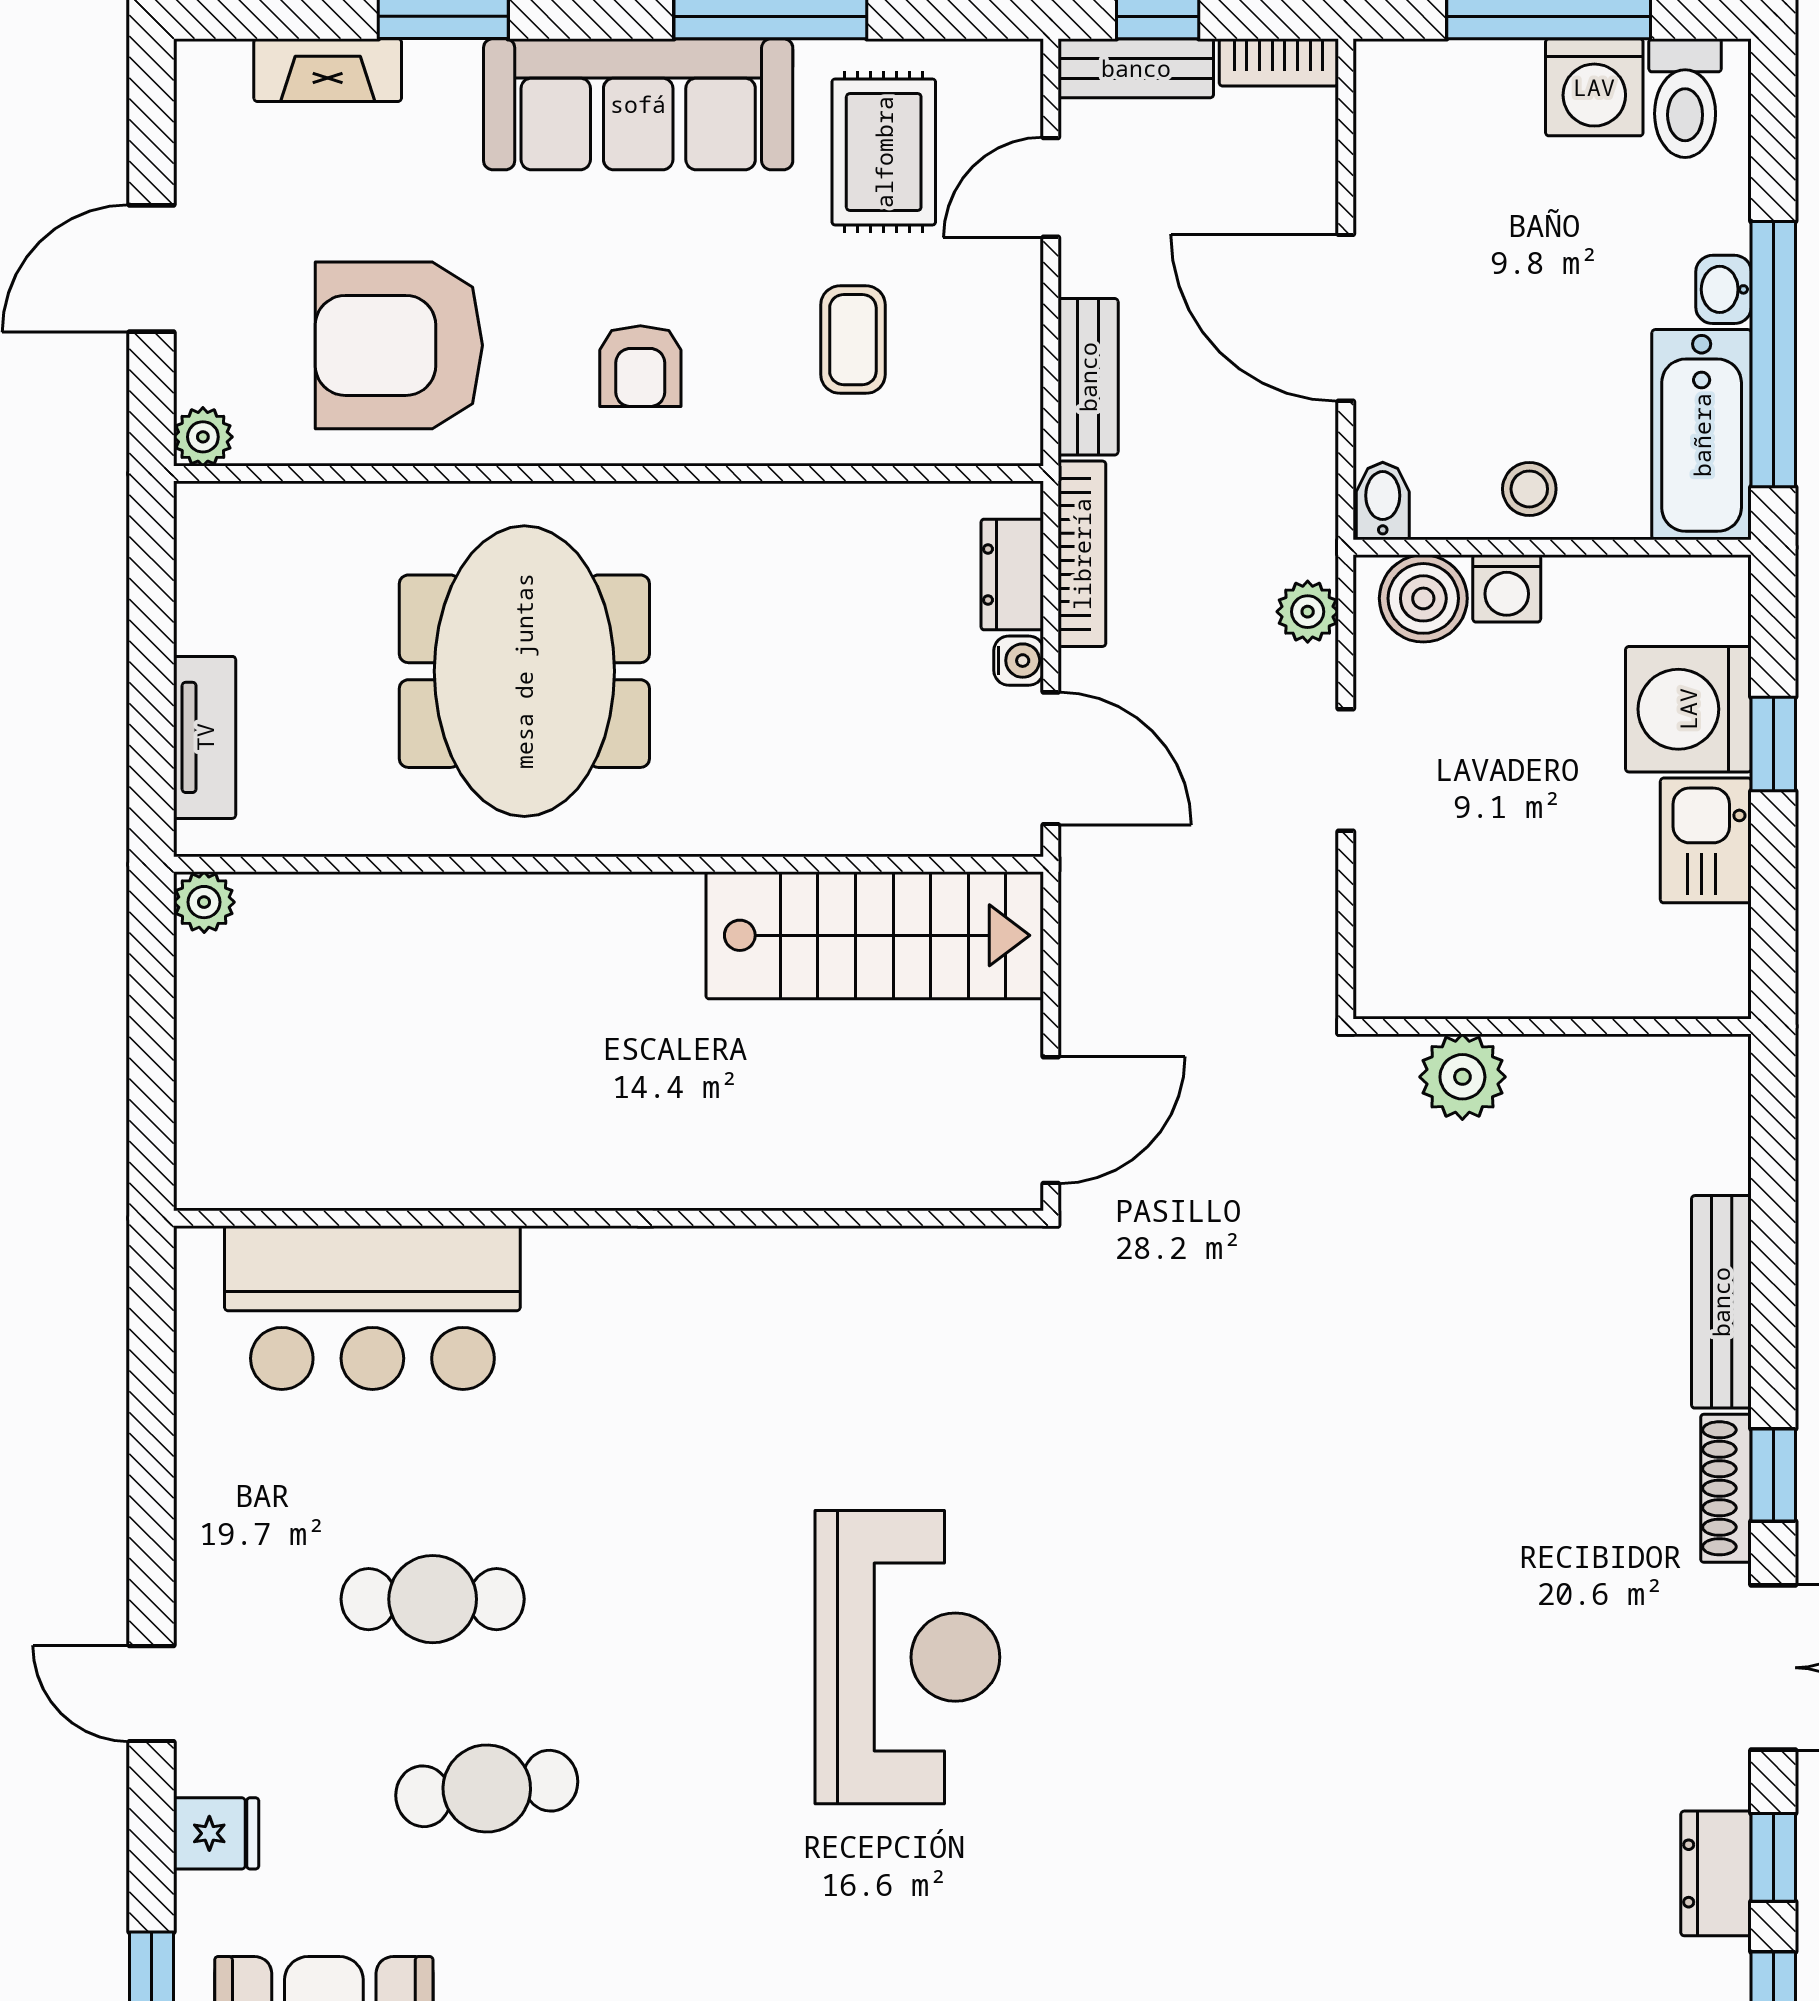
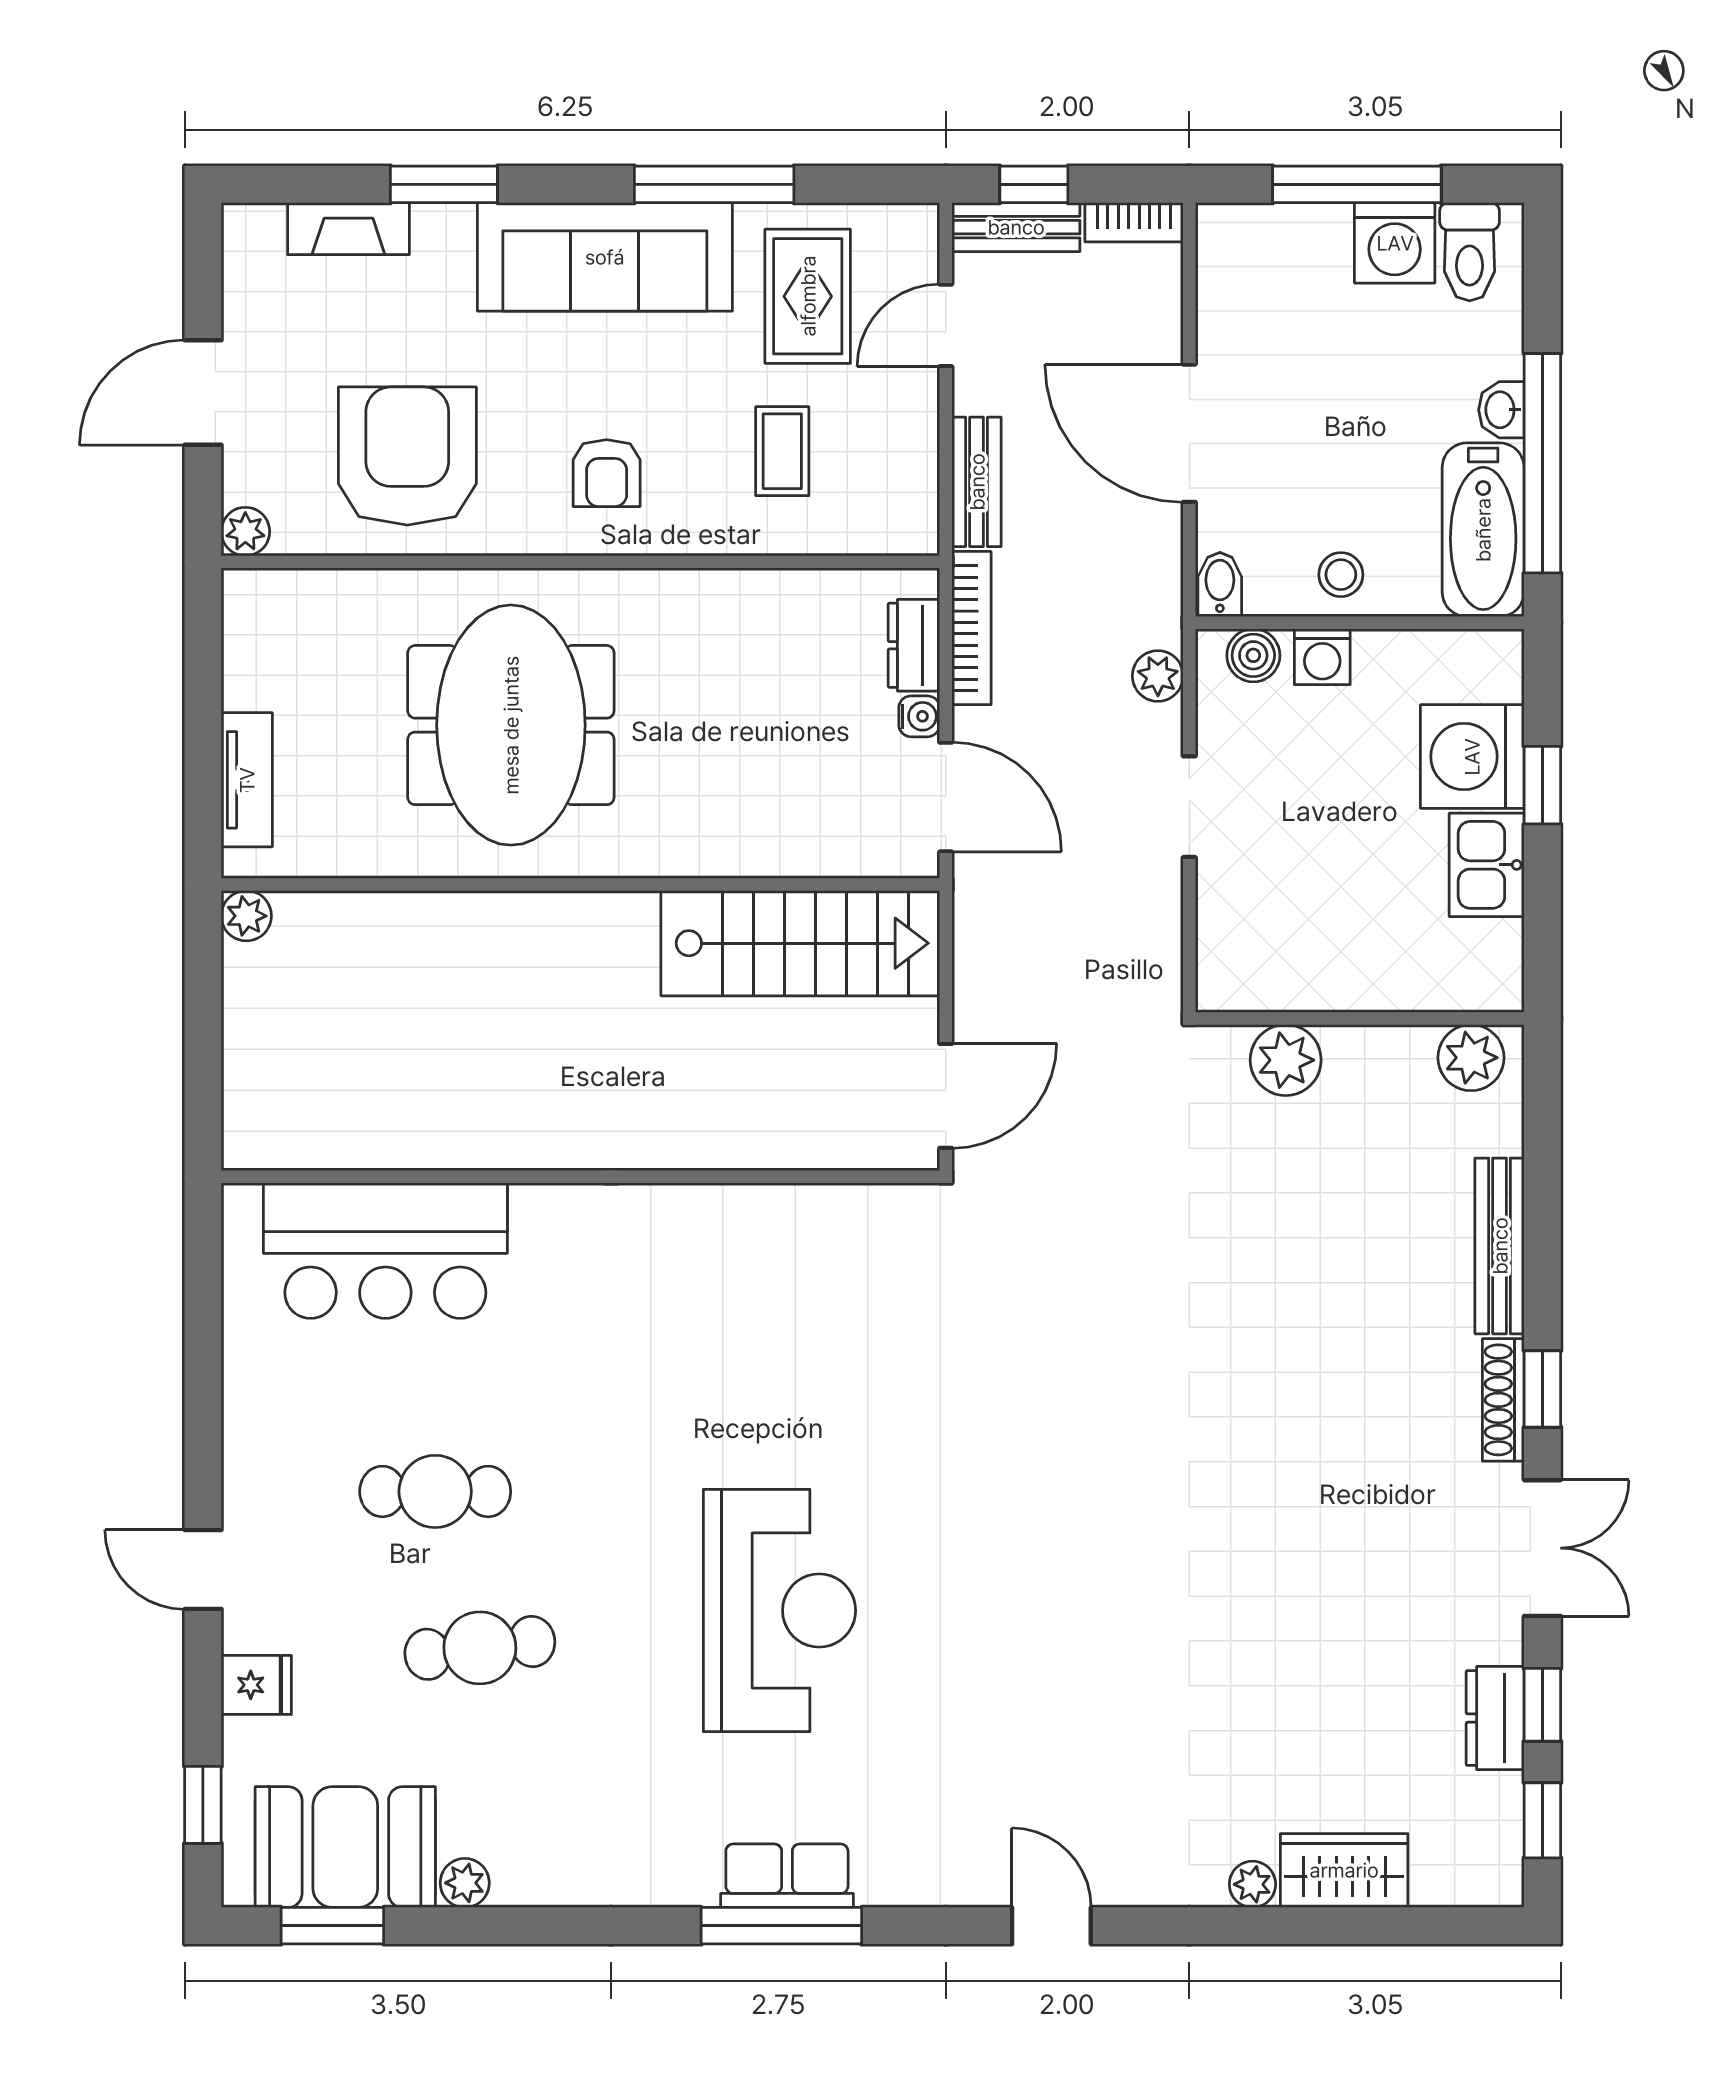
armchair: (399, 345) -> (407, 456), turned 90
boiler: (1423, 598) -> (1253, 655), width x0.73, depth x0.73
plant: (1687, 1074) -> (1471, 1058), added
reception desk: (907, 1657) -> (779, 1611), moved

